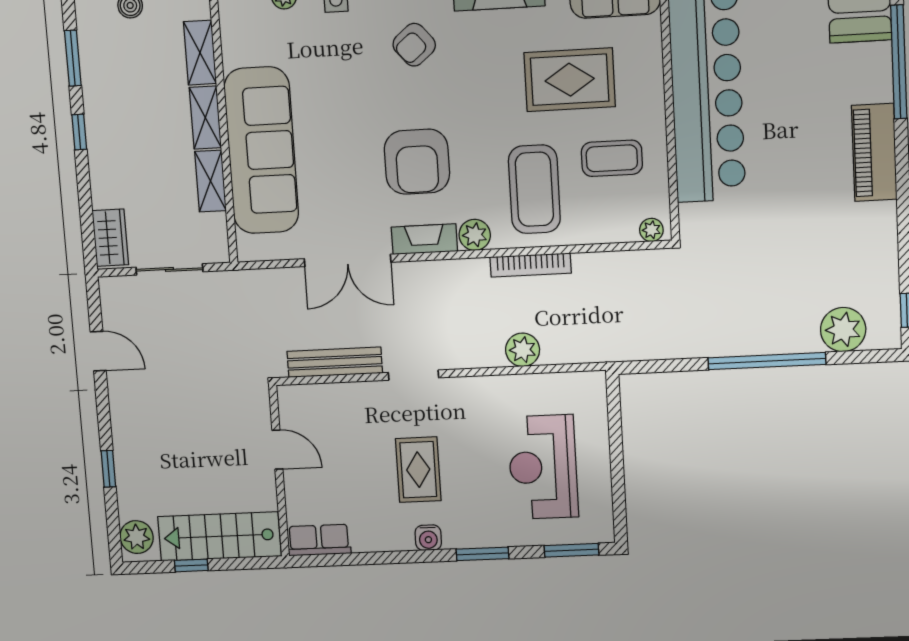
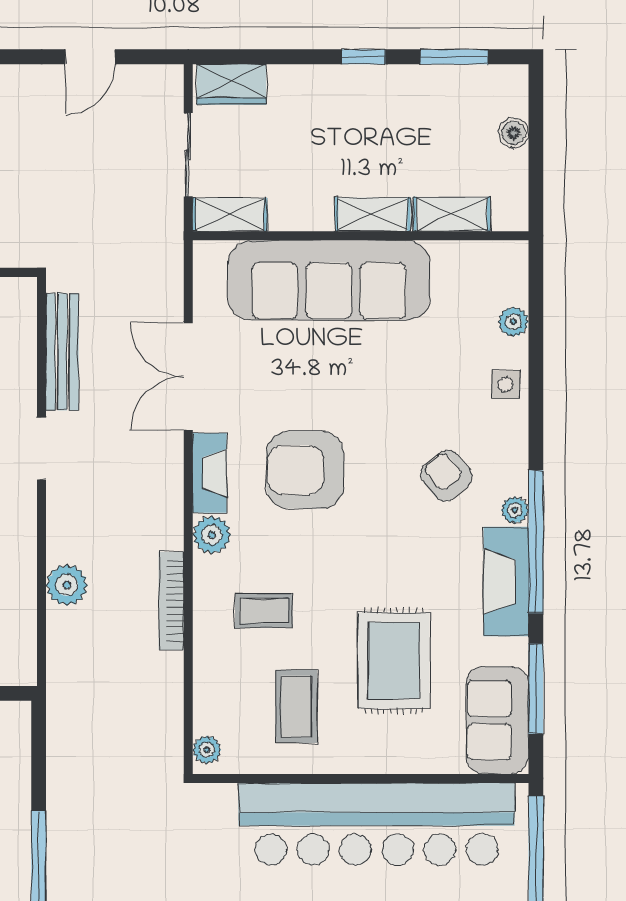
shelving: (210, 181) -> (230, 215), moved
coffee table: (534, 189) -> (264, 611), width x0.54, depth x0.58

